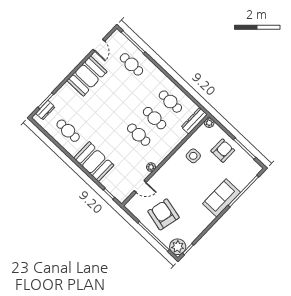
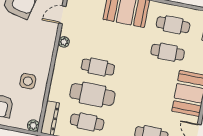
cafe table: (84, 114) -> (168, 52), added
cafe table: (155, 118) -> (92, 95), width x1.37, depth x1.35

